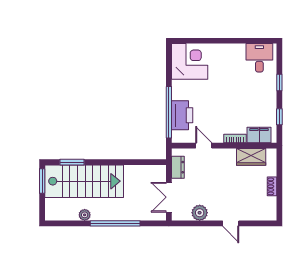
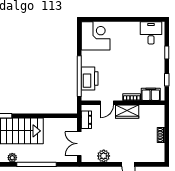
door: (204, 146) -> (107, 103), swing flipped
wardrobe: (251, 157) -> (127, 112), moved

